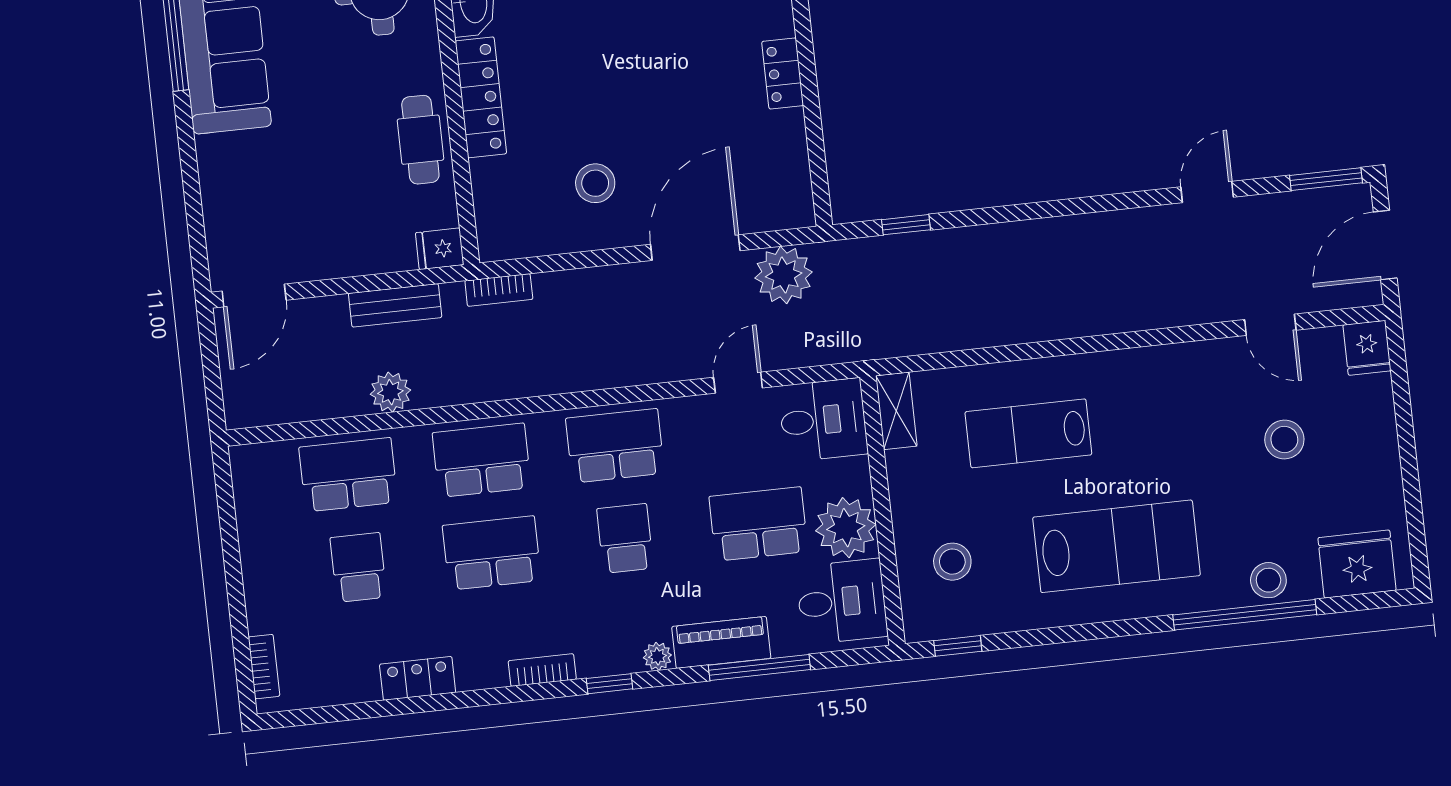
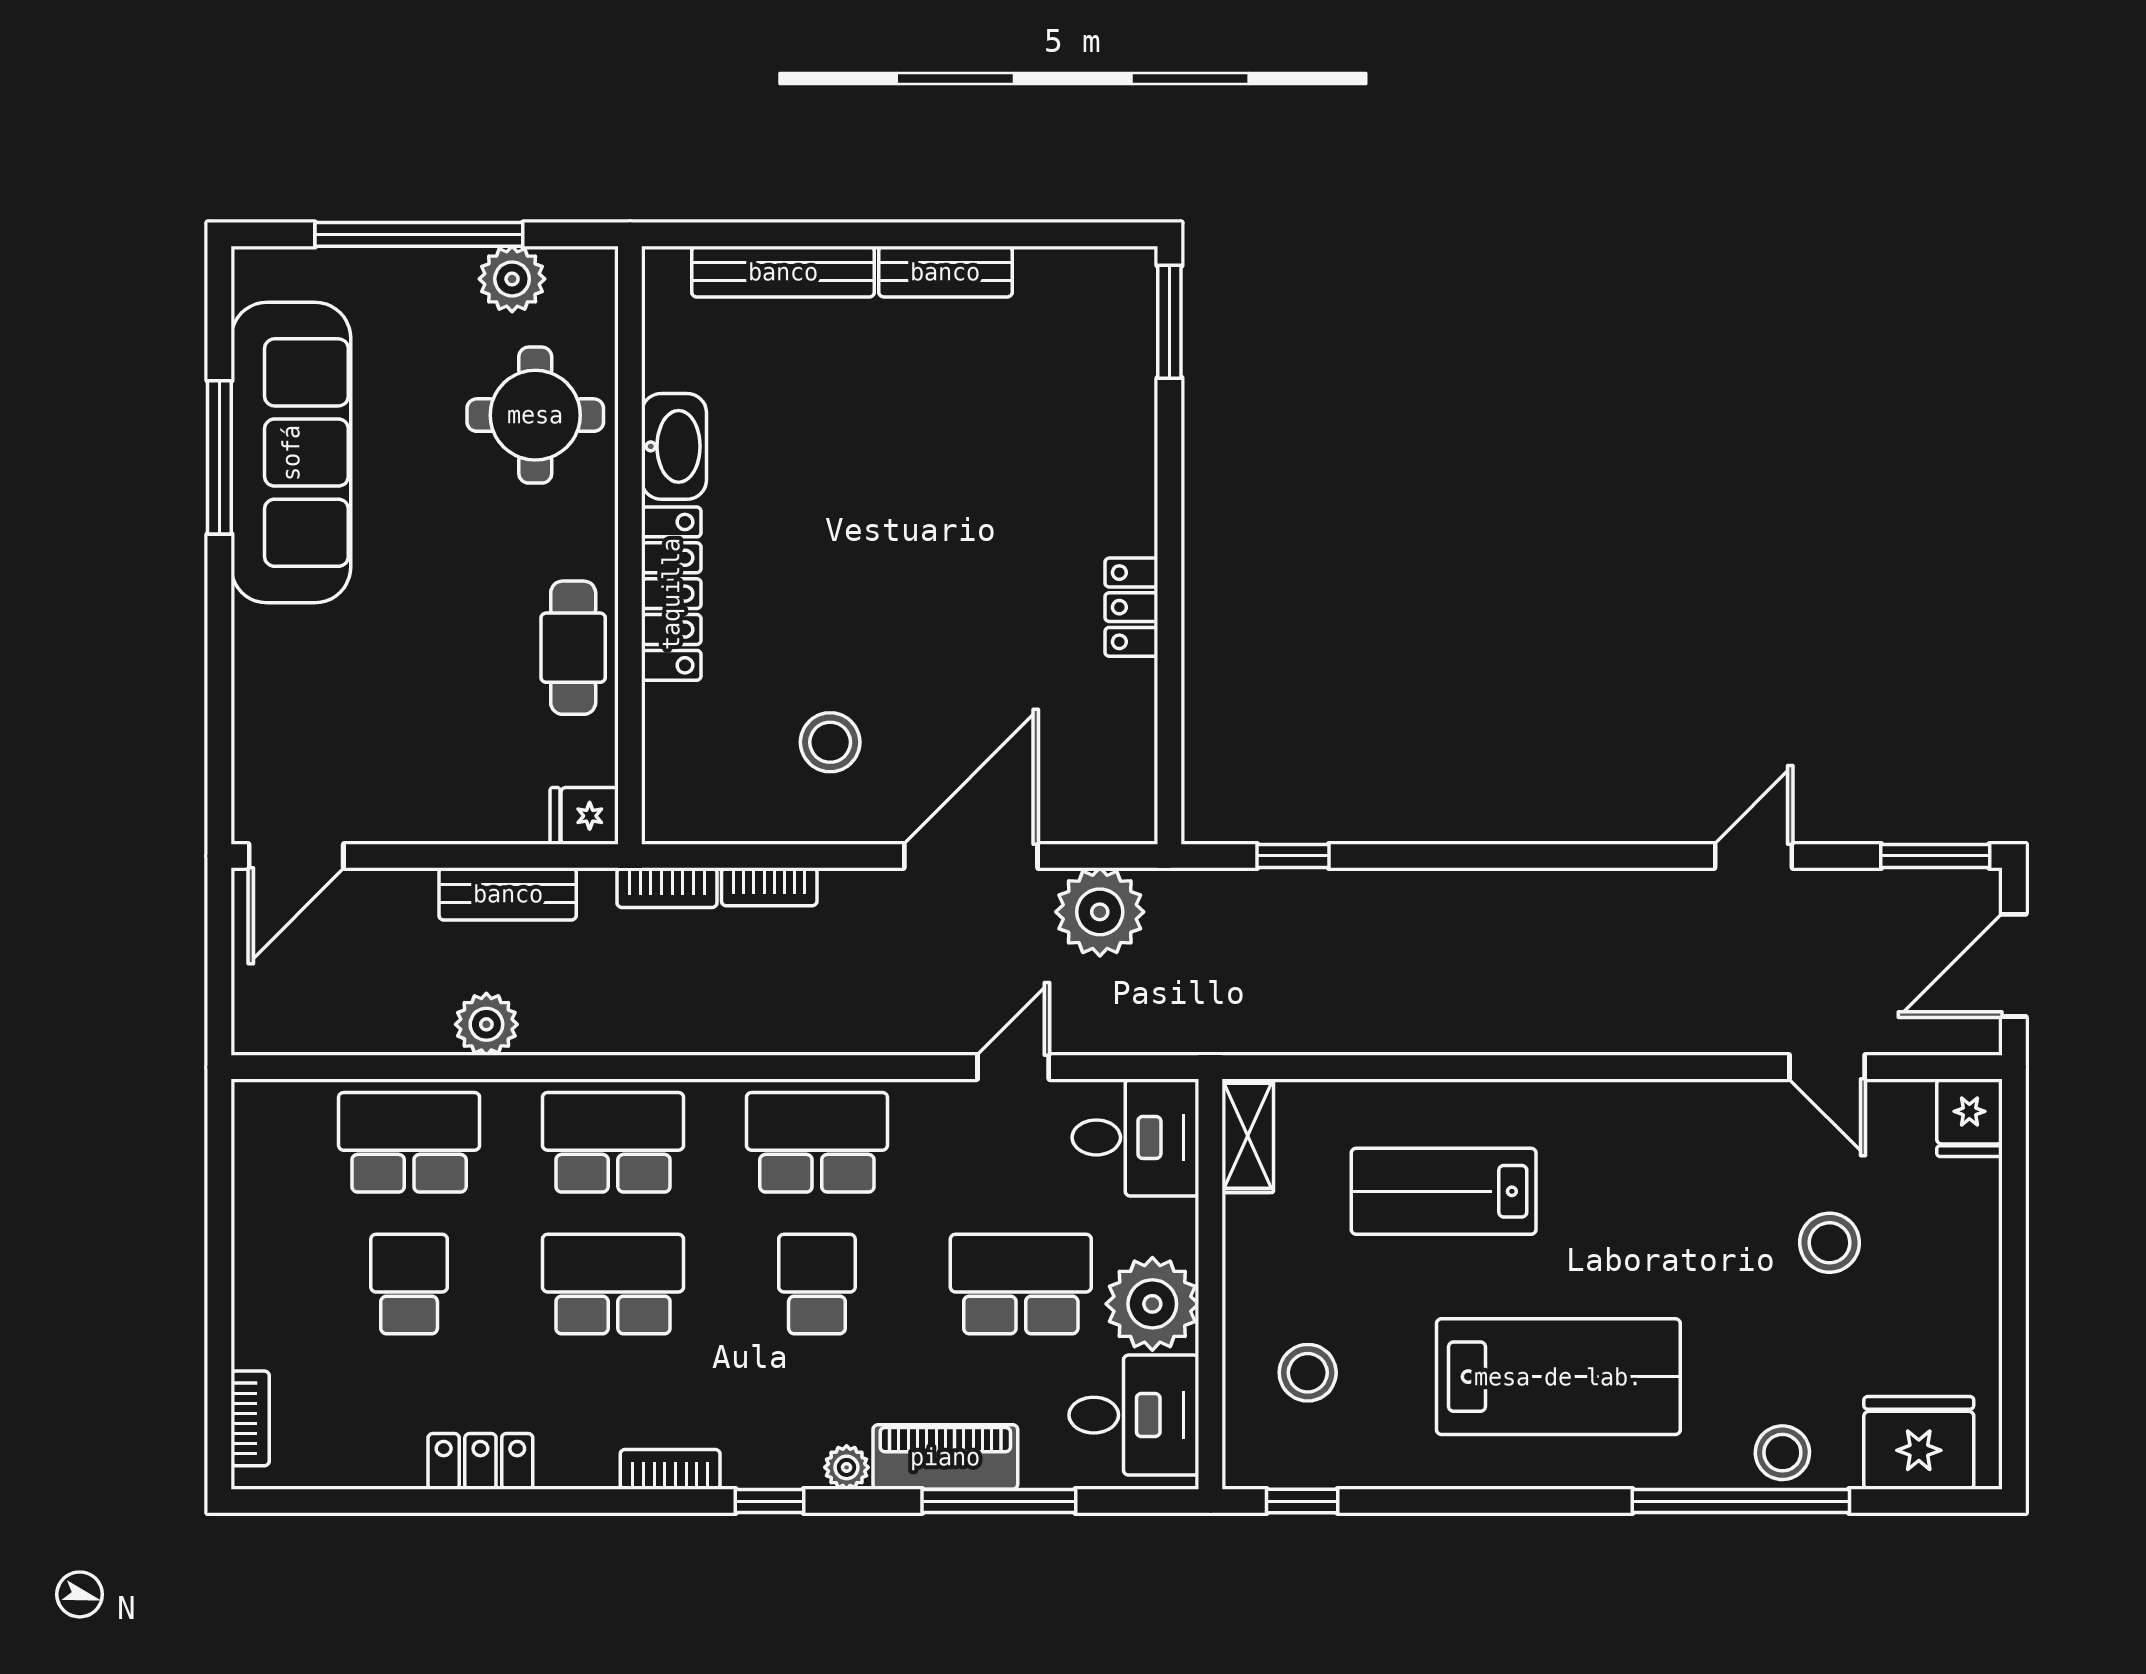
bookcase: (566, 282) -> (769, 887), added

